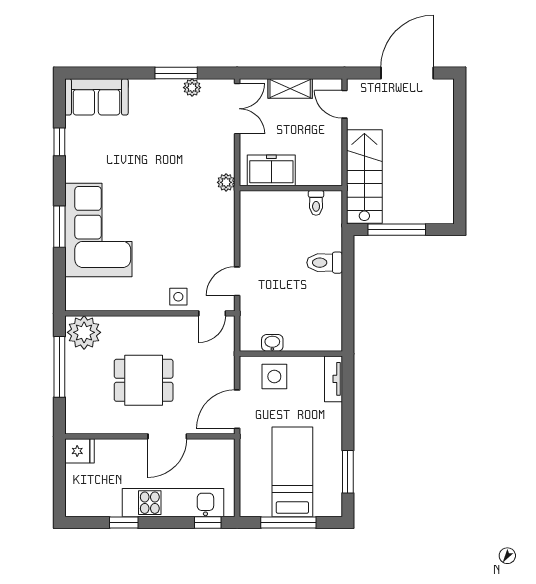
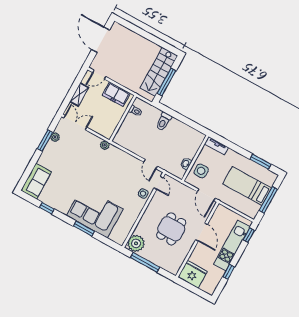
freezer: (271, 170) -> (116, 94), moved, turned -90
stairs: (364, 176) -> (159, 72), moved, turned -90
fridge: (80, 451) -> (193, 274), width x1.88, depth x1.34

